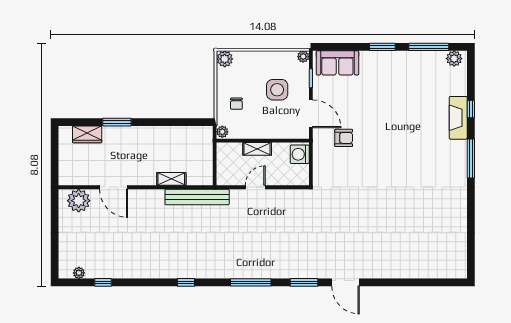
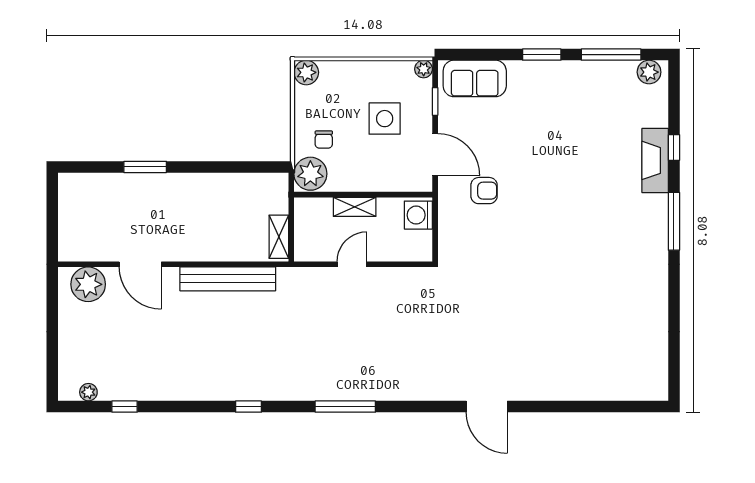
plant: (222, 132) -> (310, 174), width x1.88, depth x1.88
wardrobe: (87, 134) -> (101, 185), removed
shelving: (171, 179) -> (279, 237), moved, turned 90
bench: (197, 197) -> (228, 279), moved
window: (304, 282) -> (425, 407), removed

